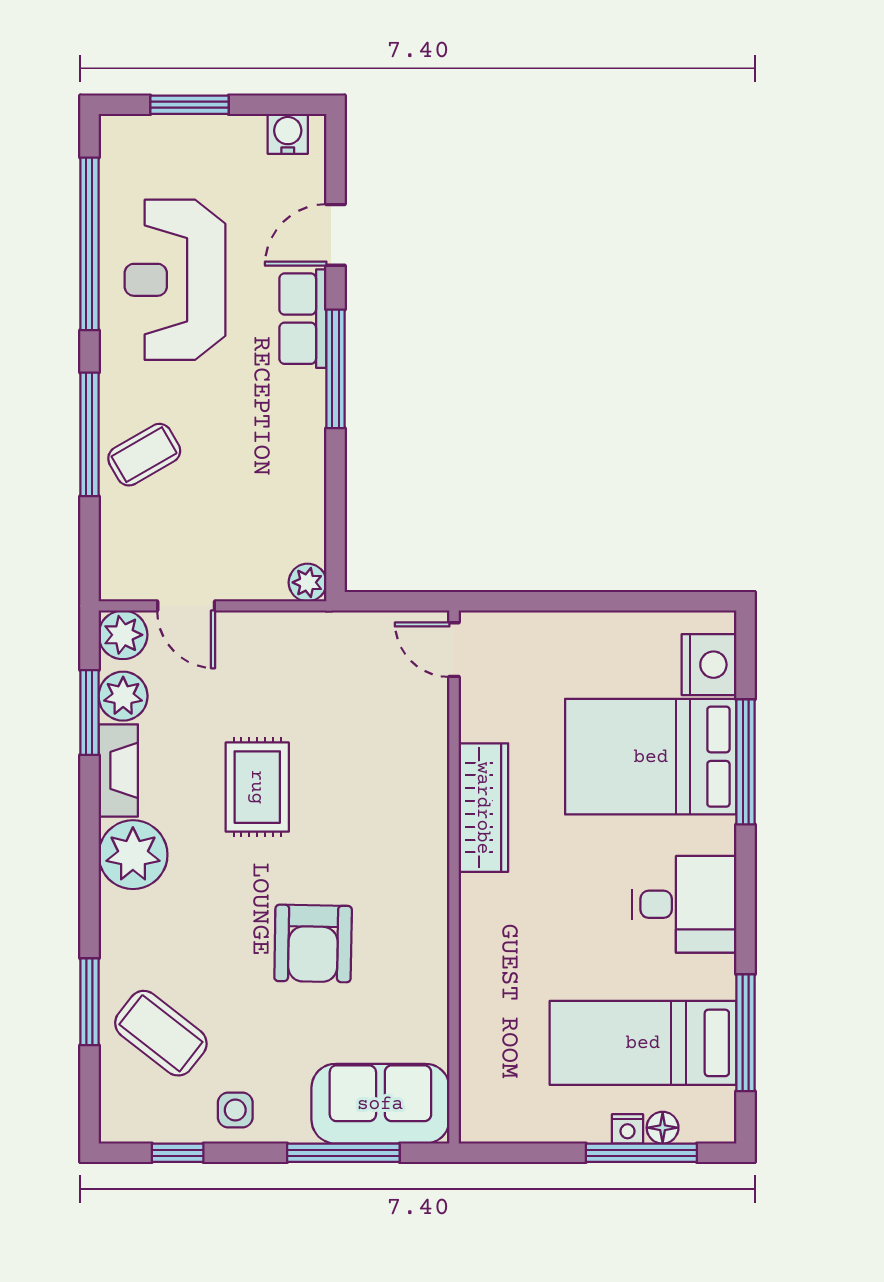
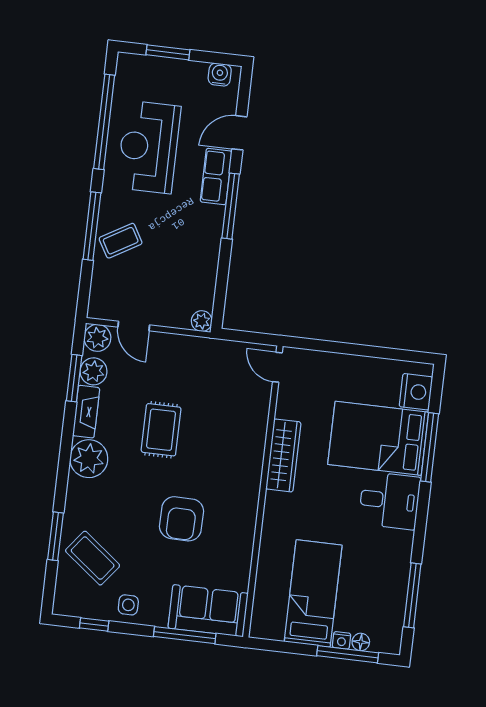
desk: (684, 904) -> (389, 501), moved
bed: (643, 1043) -> (313, 593), moved, turned 90

